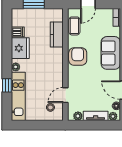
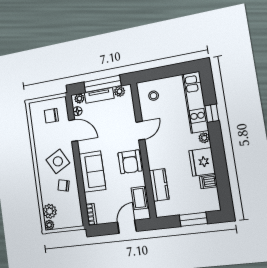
door: (65, 95) -> (140, 131), moved
window: (91, 125) -> (102, 84), added

